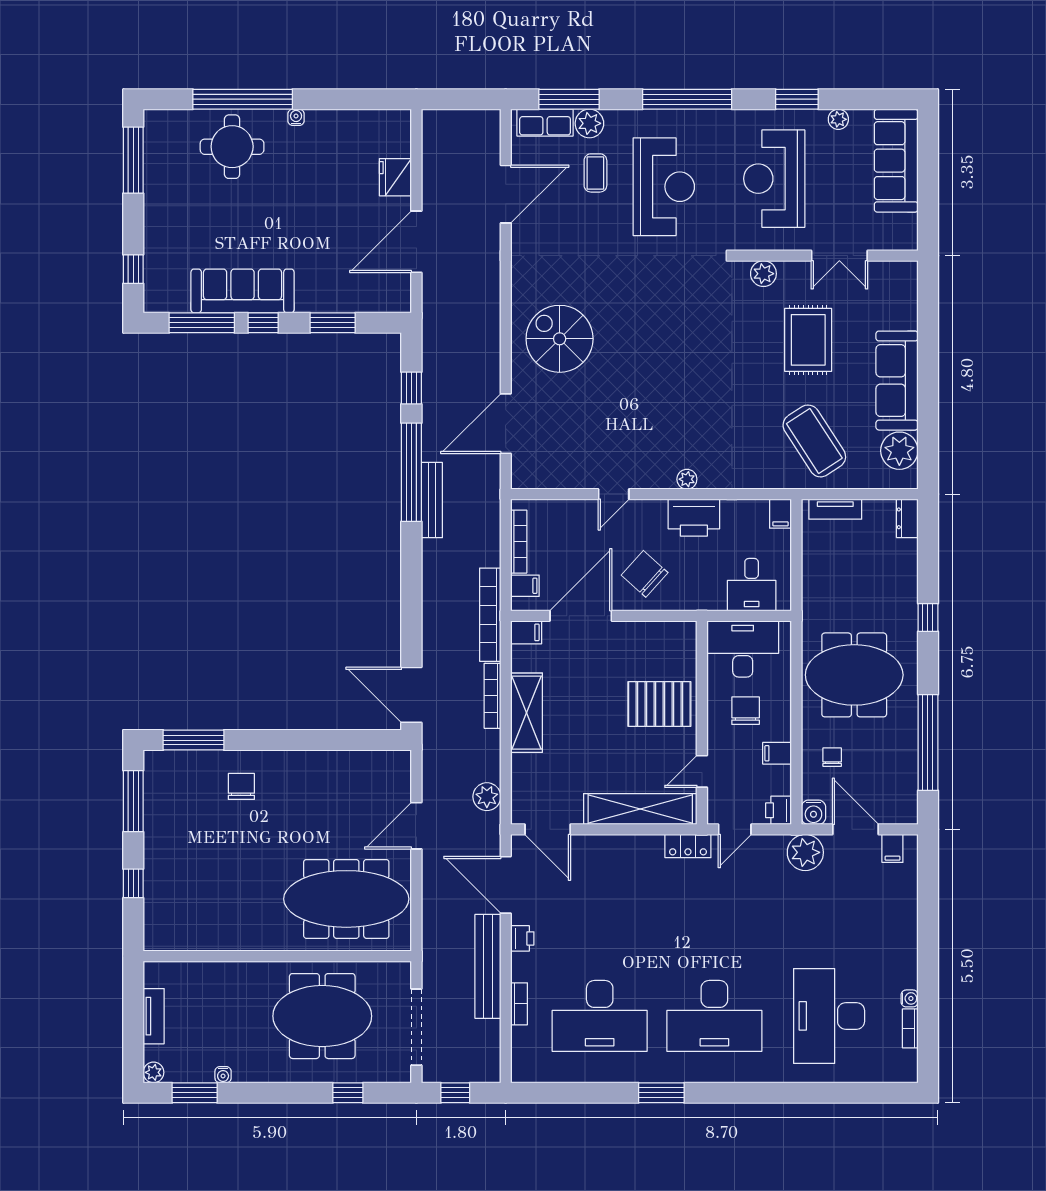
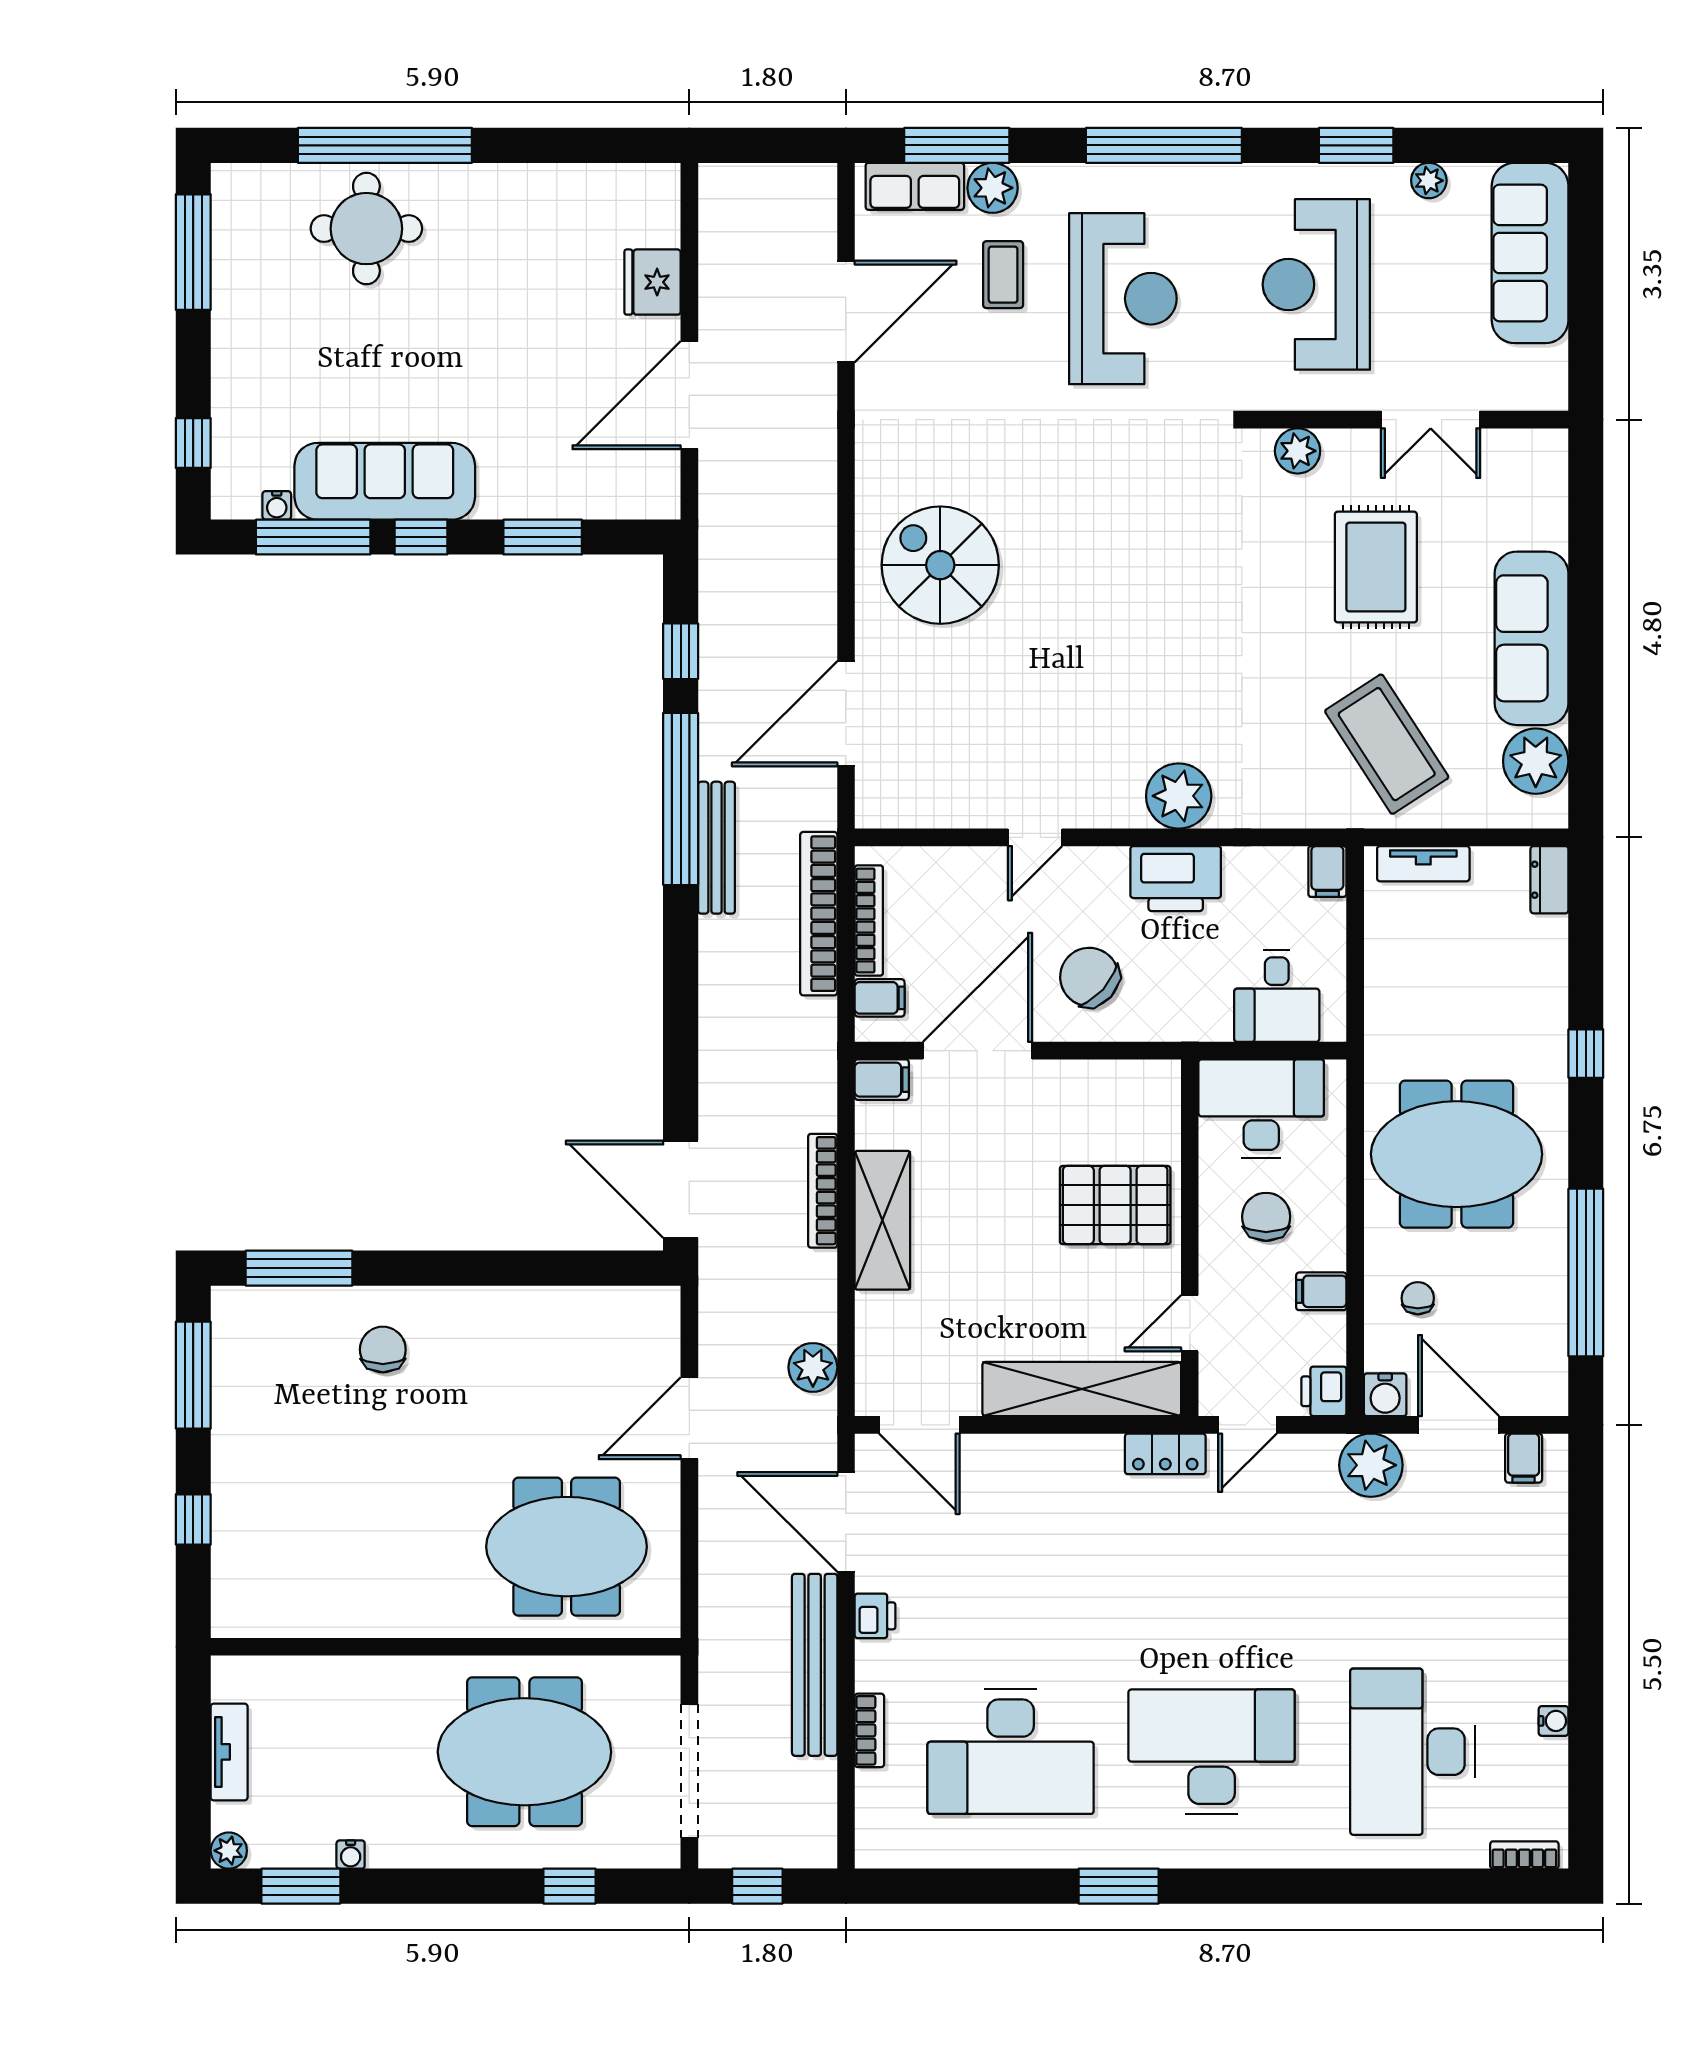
water cooler: (296, 117) -> (277, 505), moved, turned 180
plant: (687, 479) -> (1179, 796), width x1.88, depth x1.88
bookcase: (490, 615) -> (819, 914), moved
meeting table: (346, 899) -> (567, 1547), width x0.73
desk: (714, 1016) -> (1212, 1752), turned 180
bookcase: (910, 1028) -> (1524, 1855), moved, turned 90

